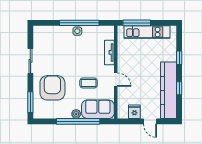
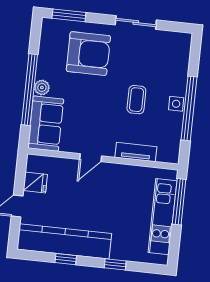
coffee table: (89, 83) -> (136, 100), moved

